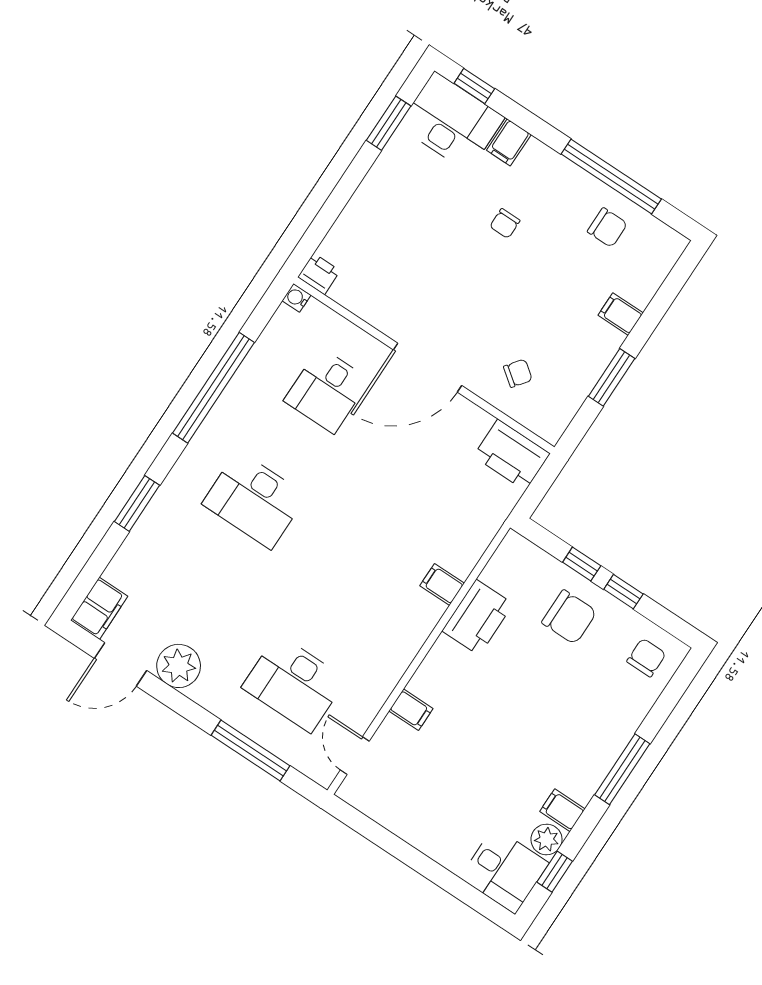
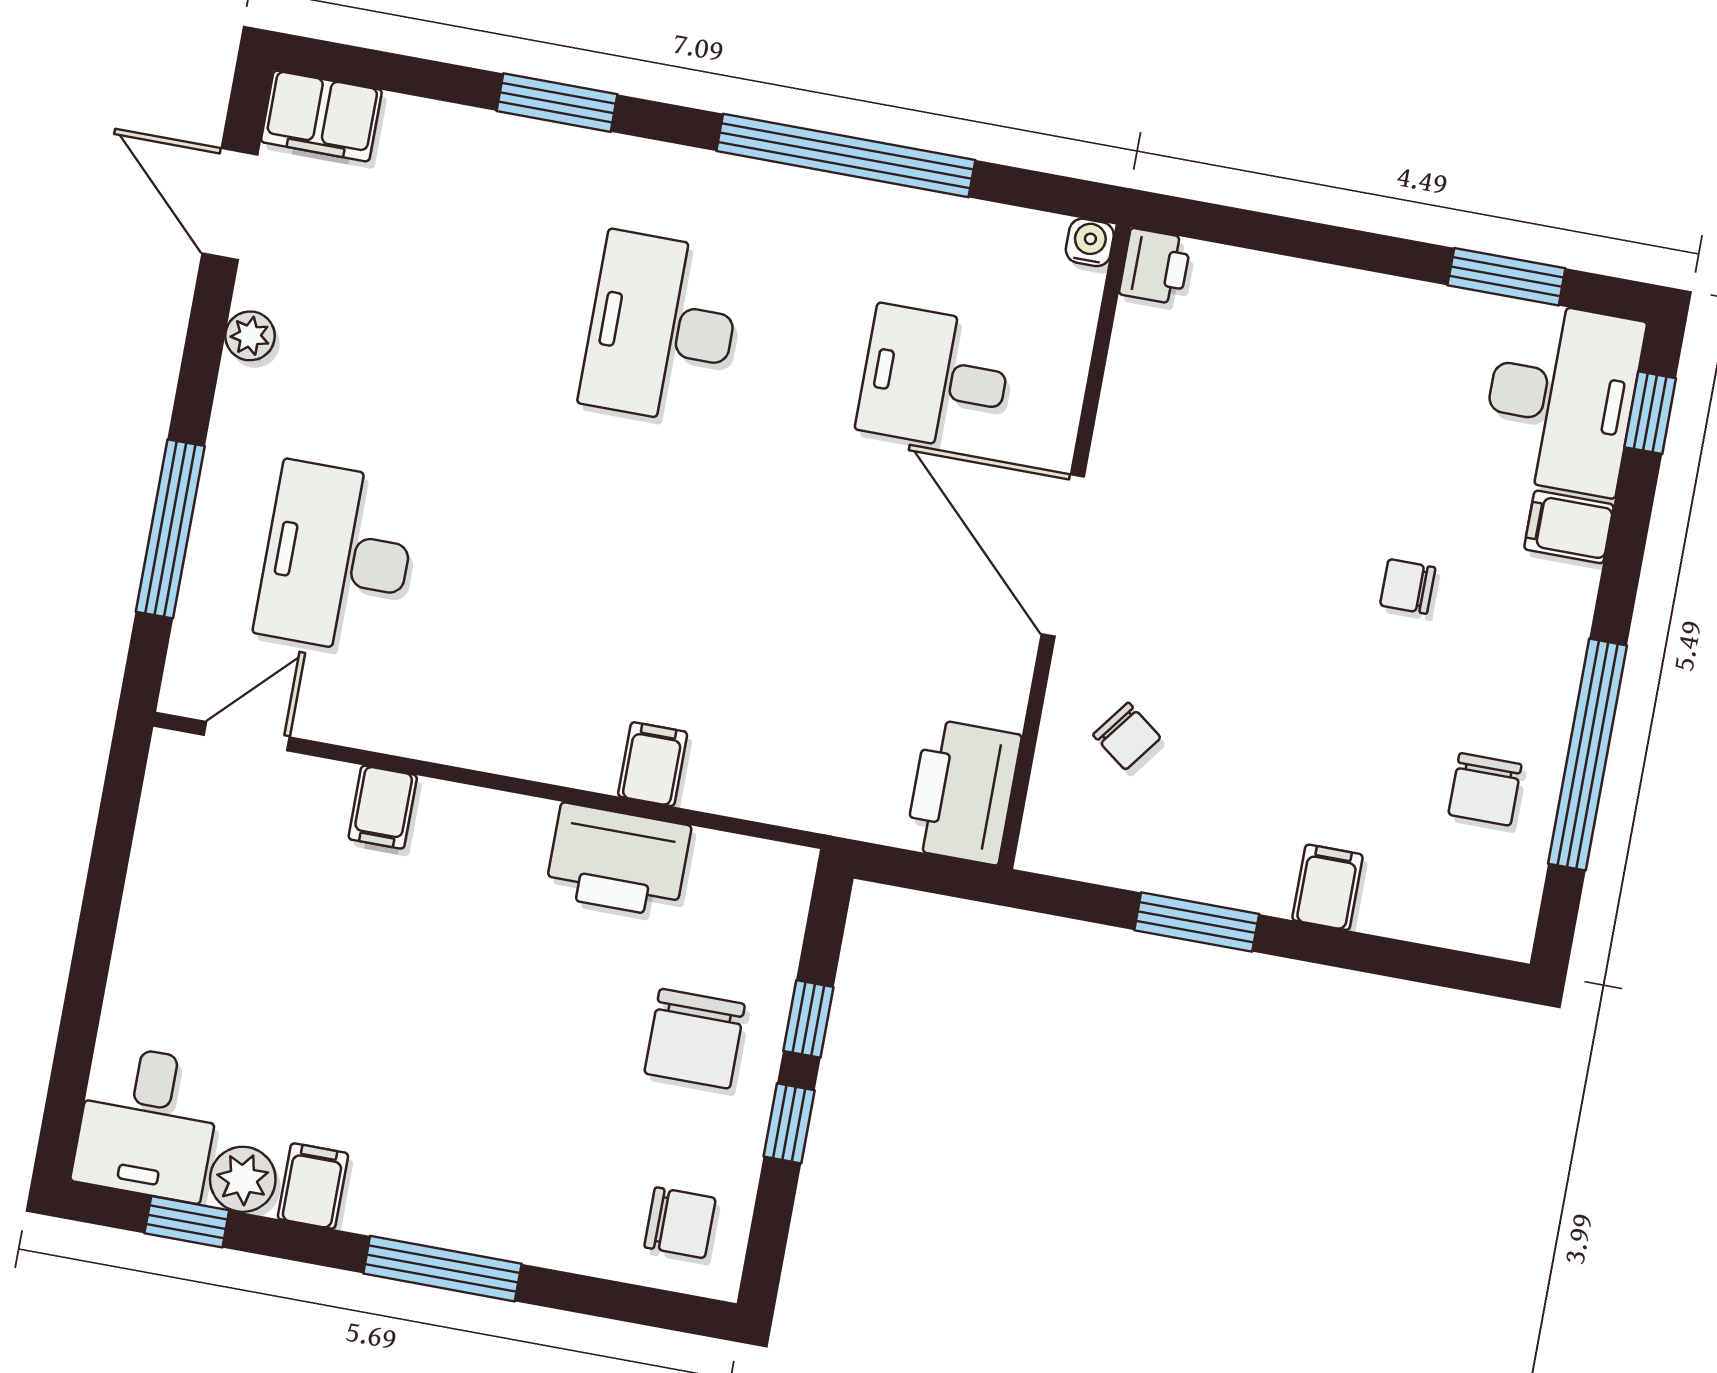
plant: (179, 666) -> (250, 336), width x0.53, depth x0.53

